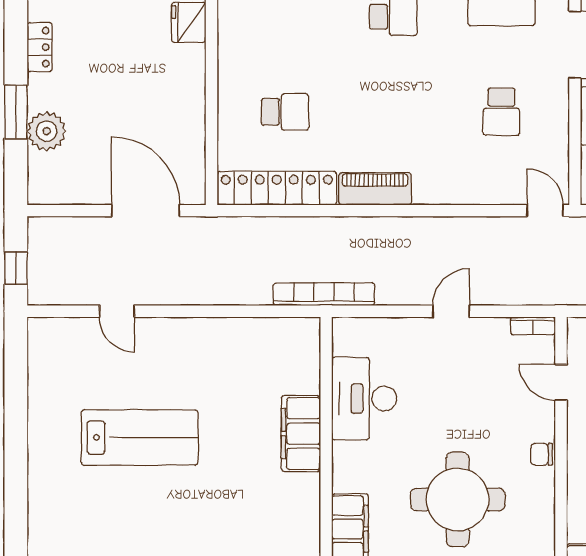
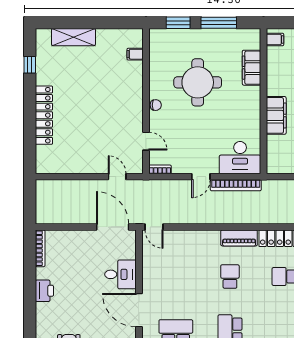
school desk: (501, 112) -> (230, 276), moved
bookcase: (324, 294) -> (236, 185), moved
desk: (364, 398) -> (240, 158), moved, turned 90

